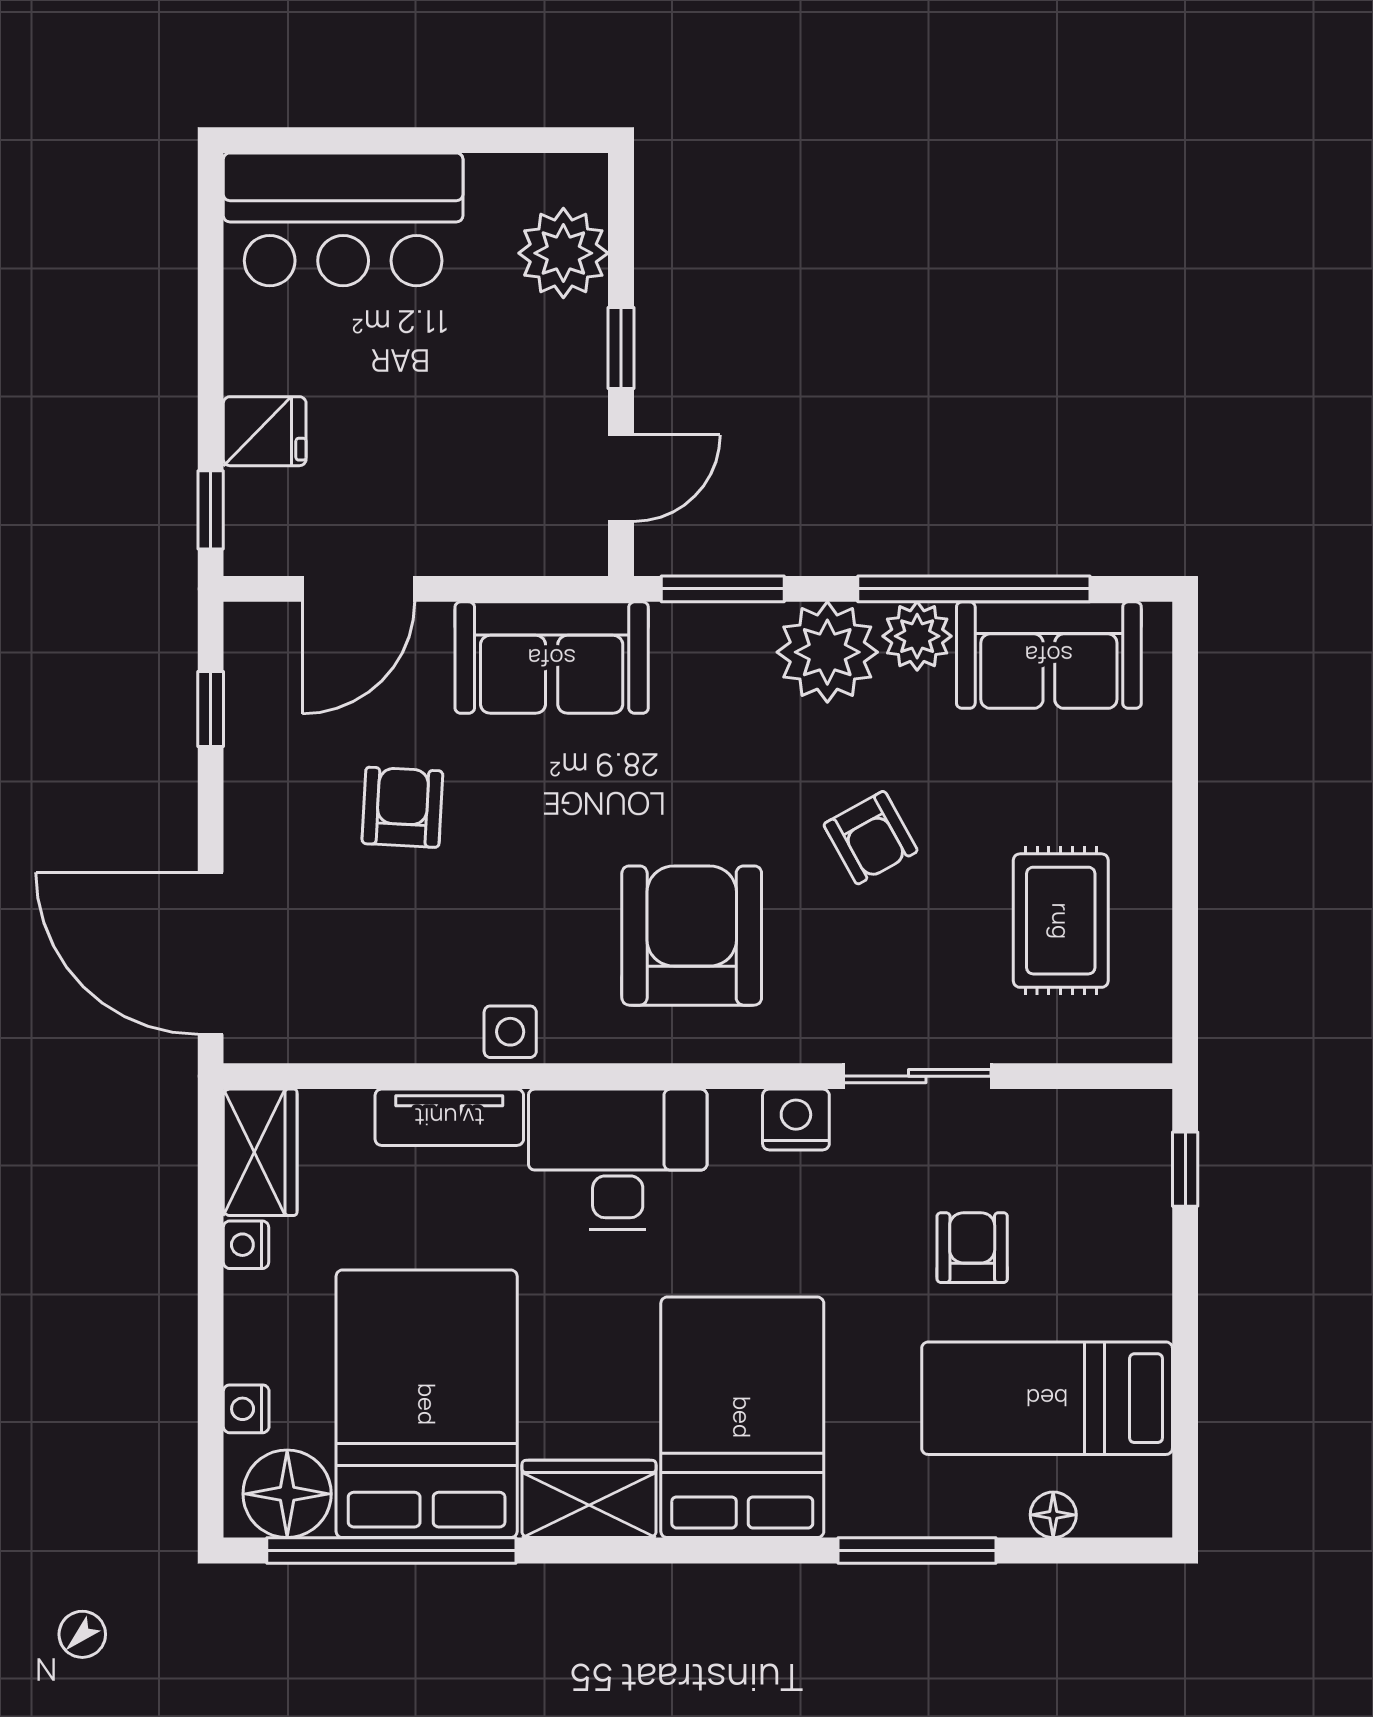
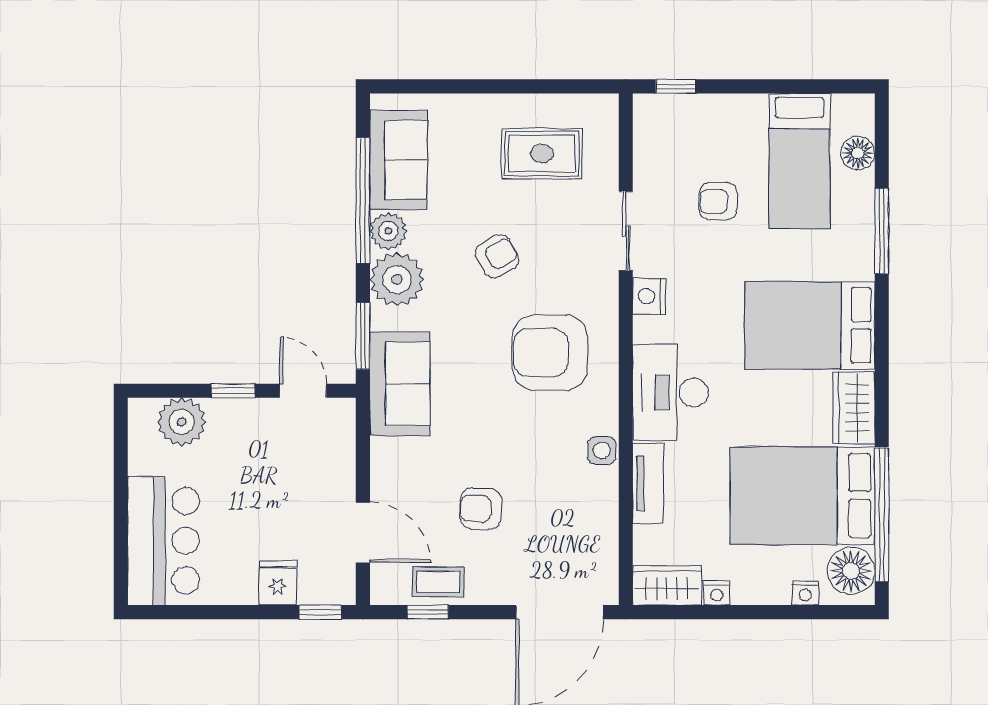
sofa: (552, 658) -> (400, 384), moved
coffee table: (267, 729) -> (438, 582), added
floor lamp: (1053, 1515) -> (858, 153), width x1.37, depth x1.37

